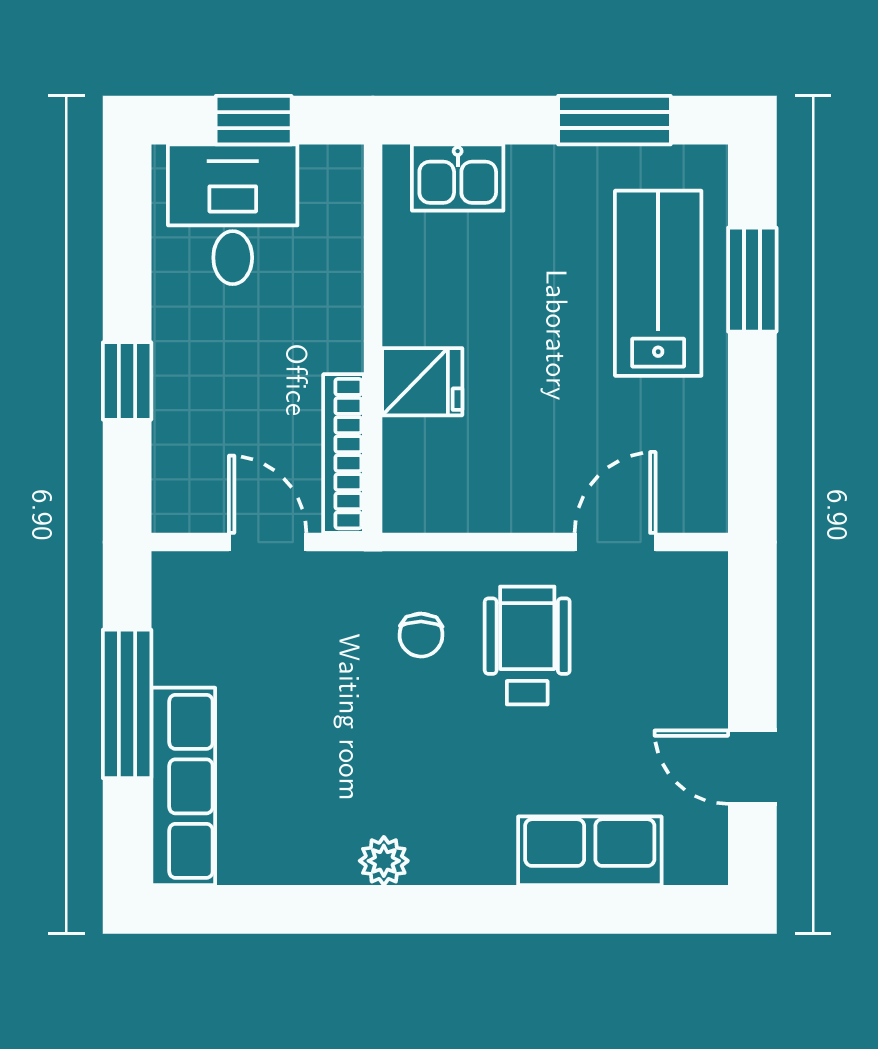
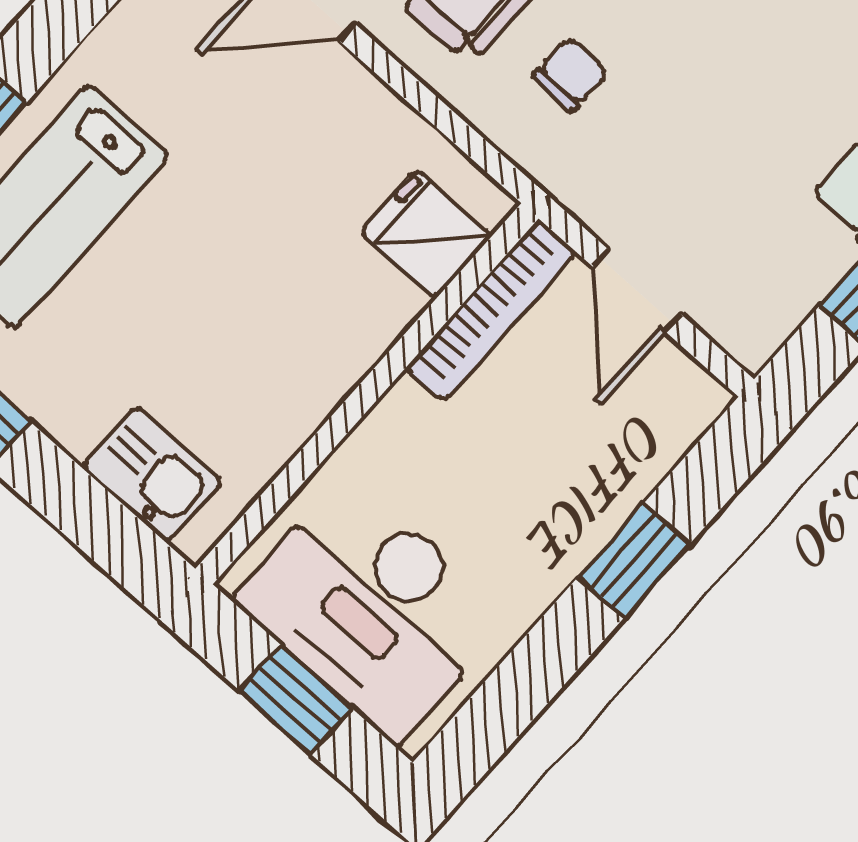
desk: (233, 214) -> (372, 608), width x1.37
fridge: (422, 382) -> (426, 234), moved

